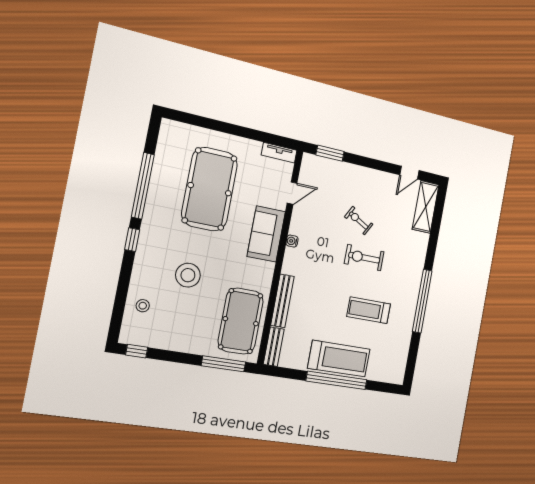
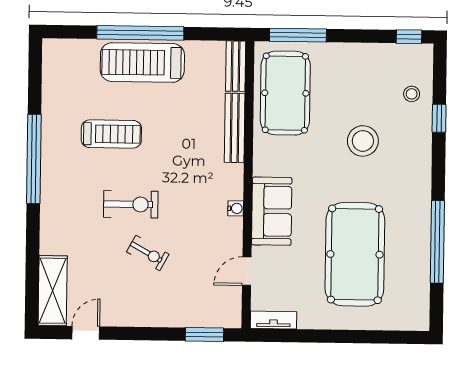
window: (132, 240) -> (439, 118), moved

